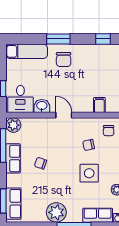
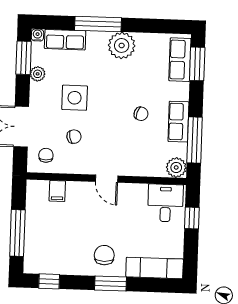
washbasin: (42, 106) -> (136, 192), removed

